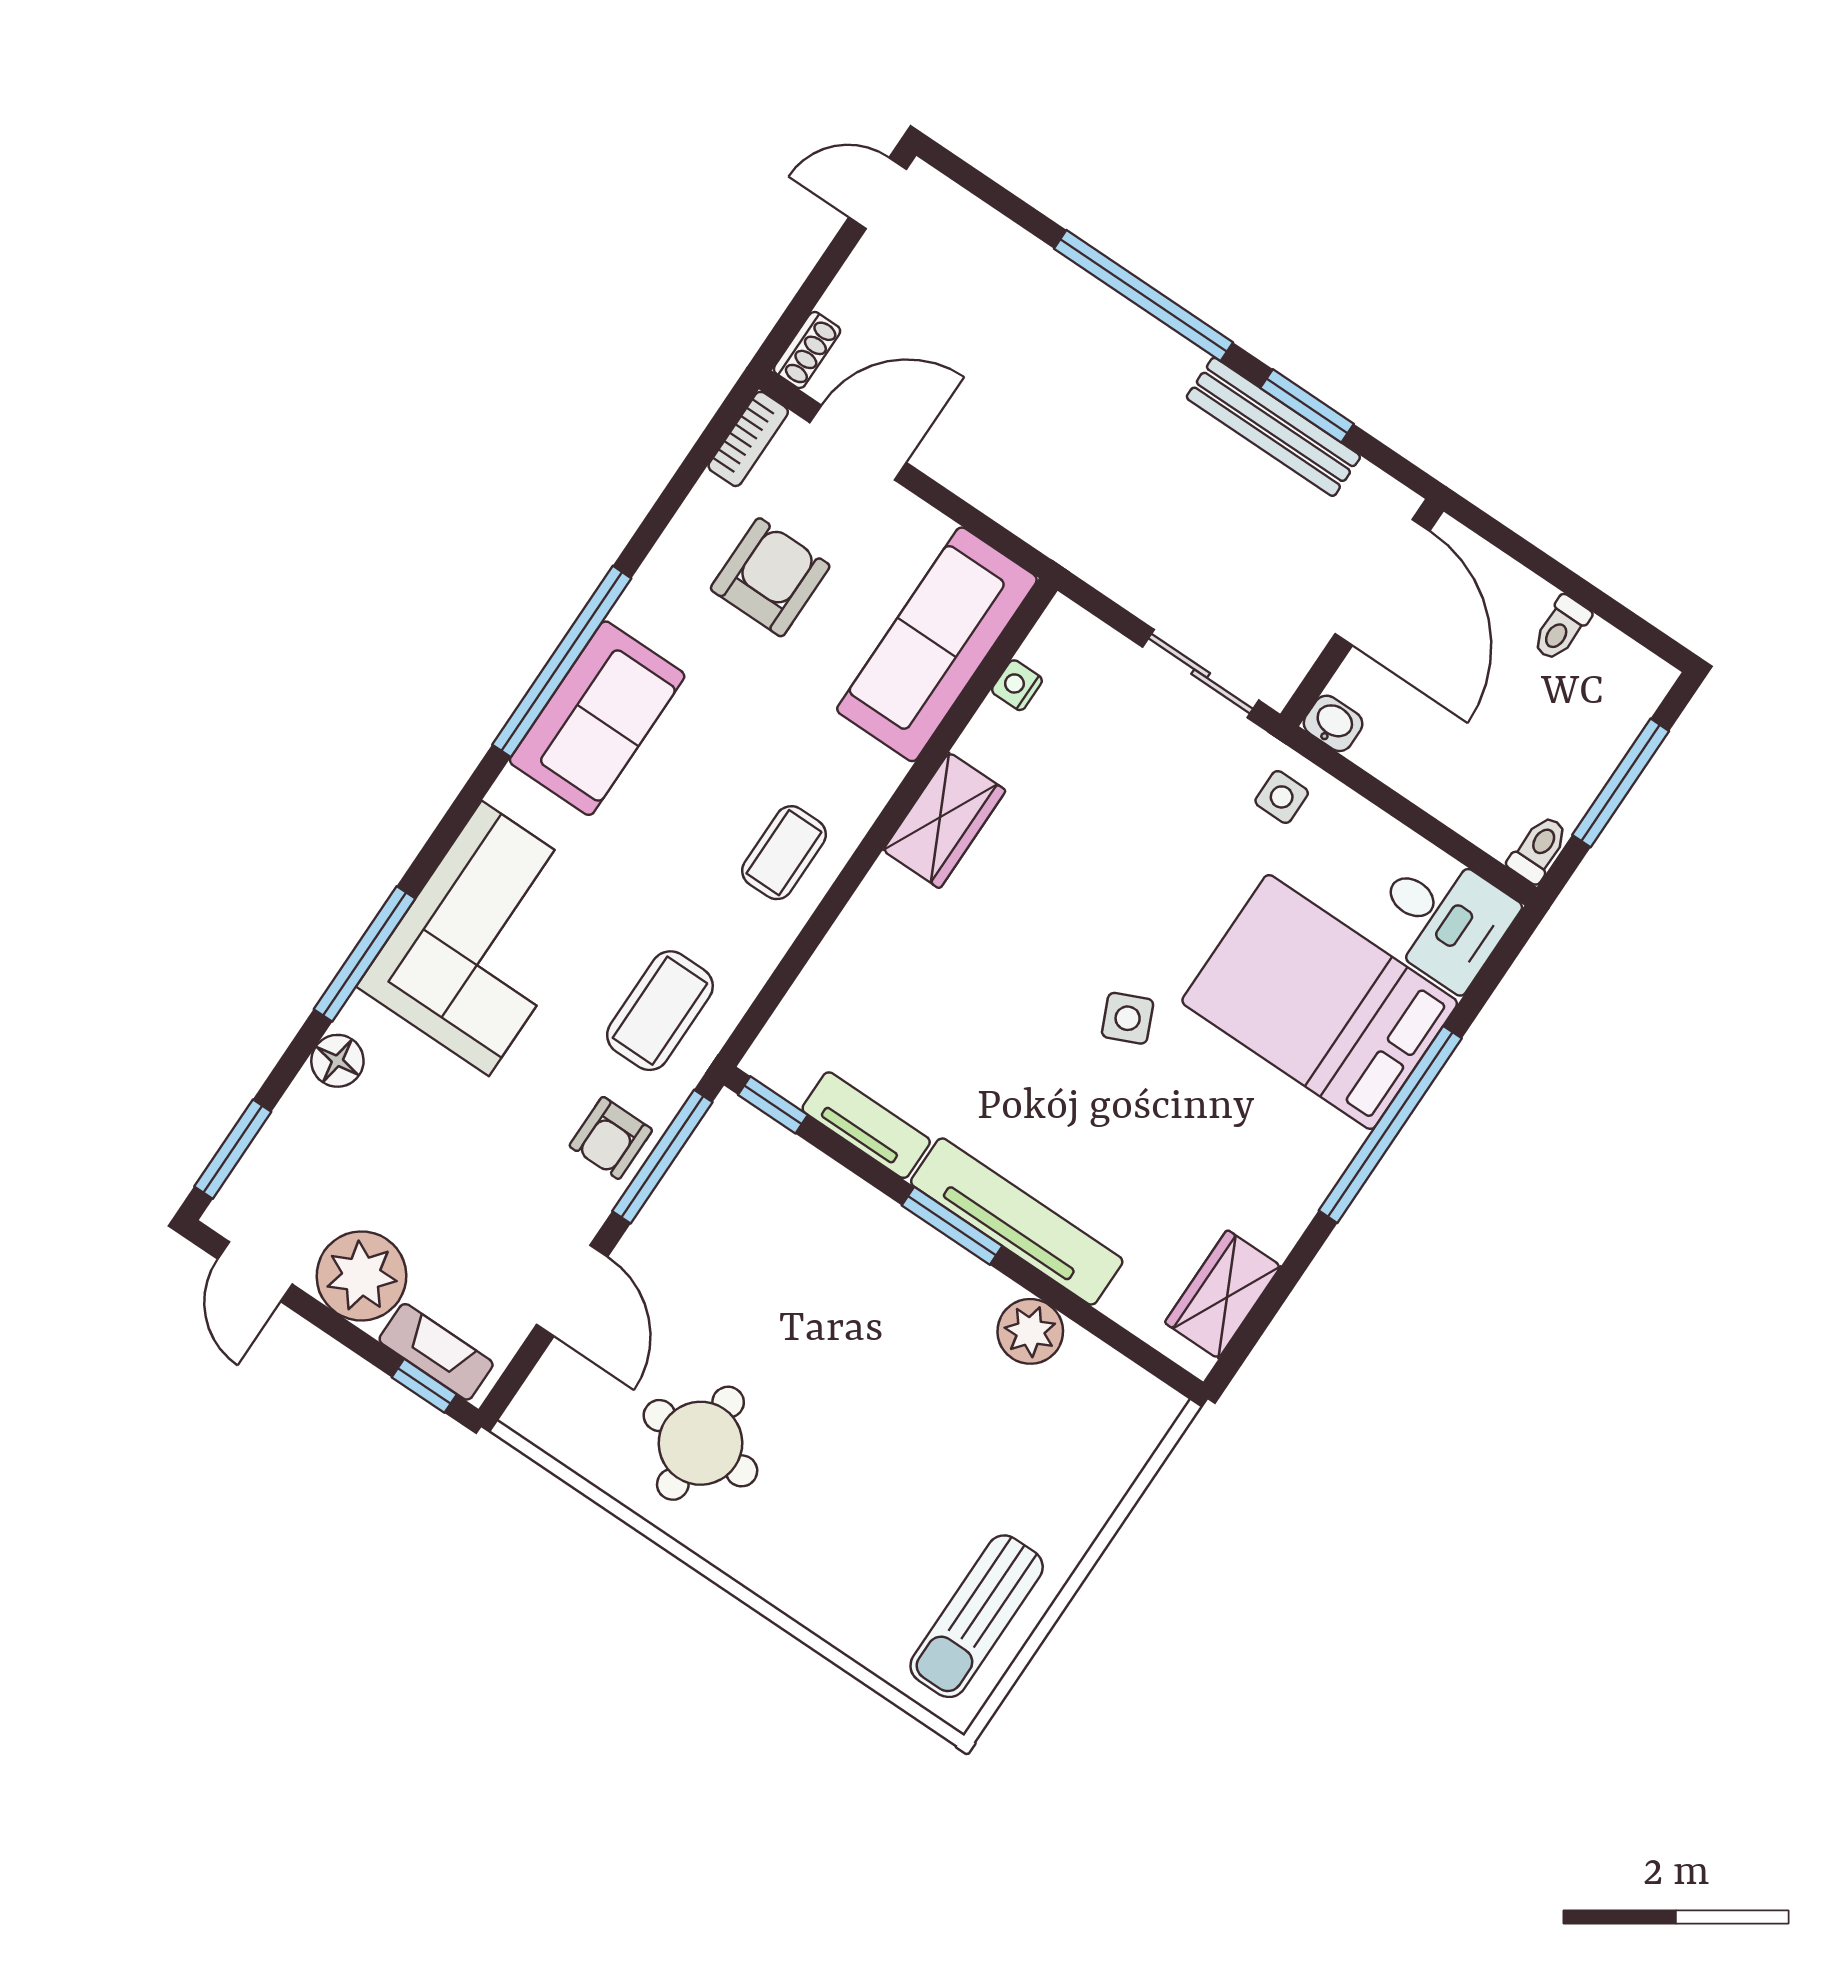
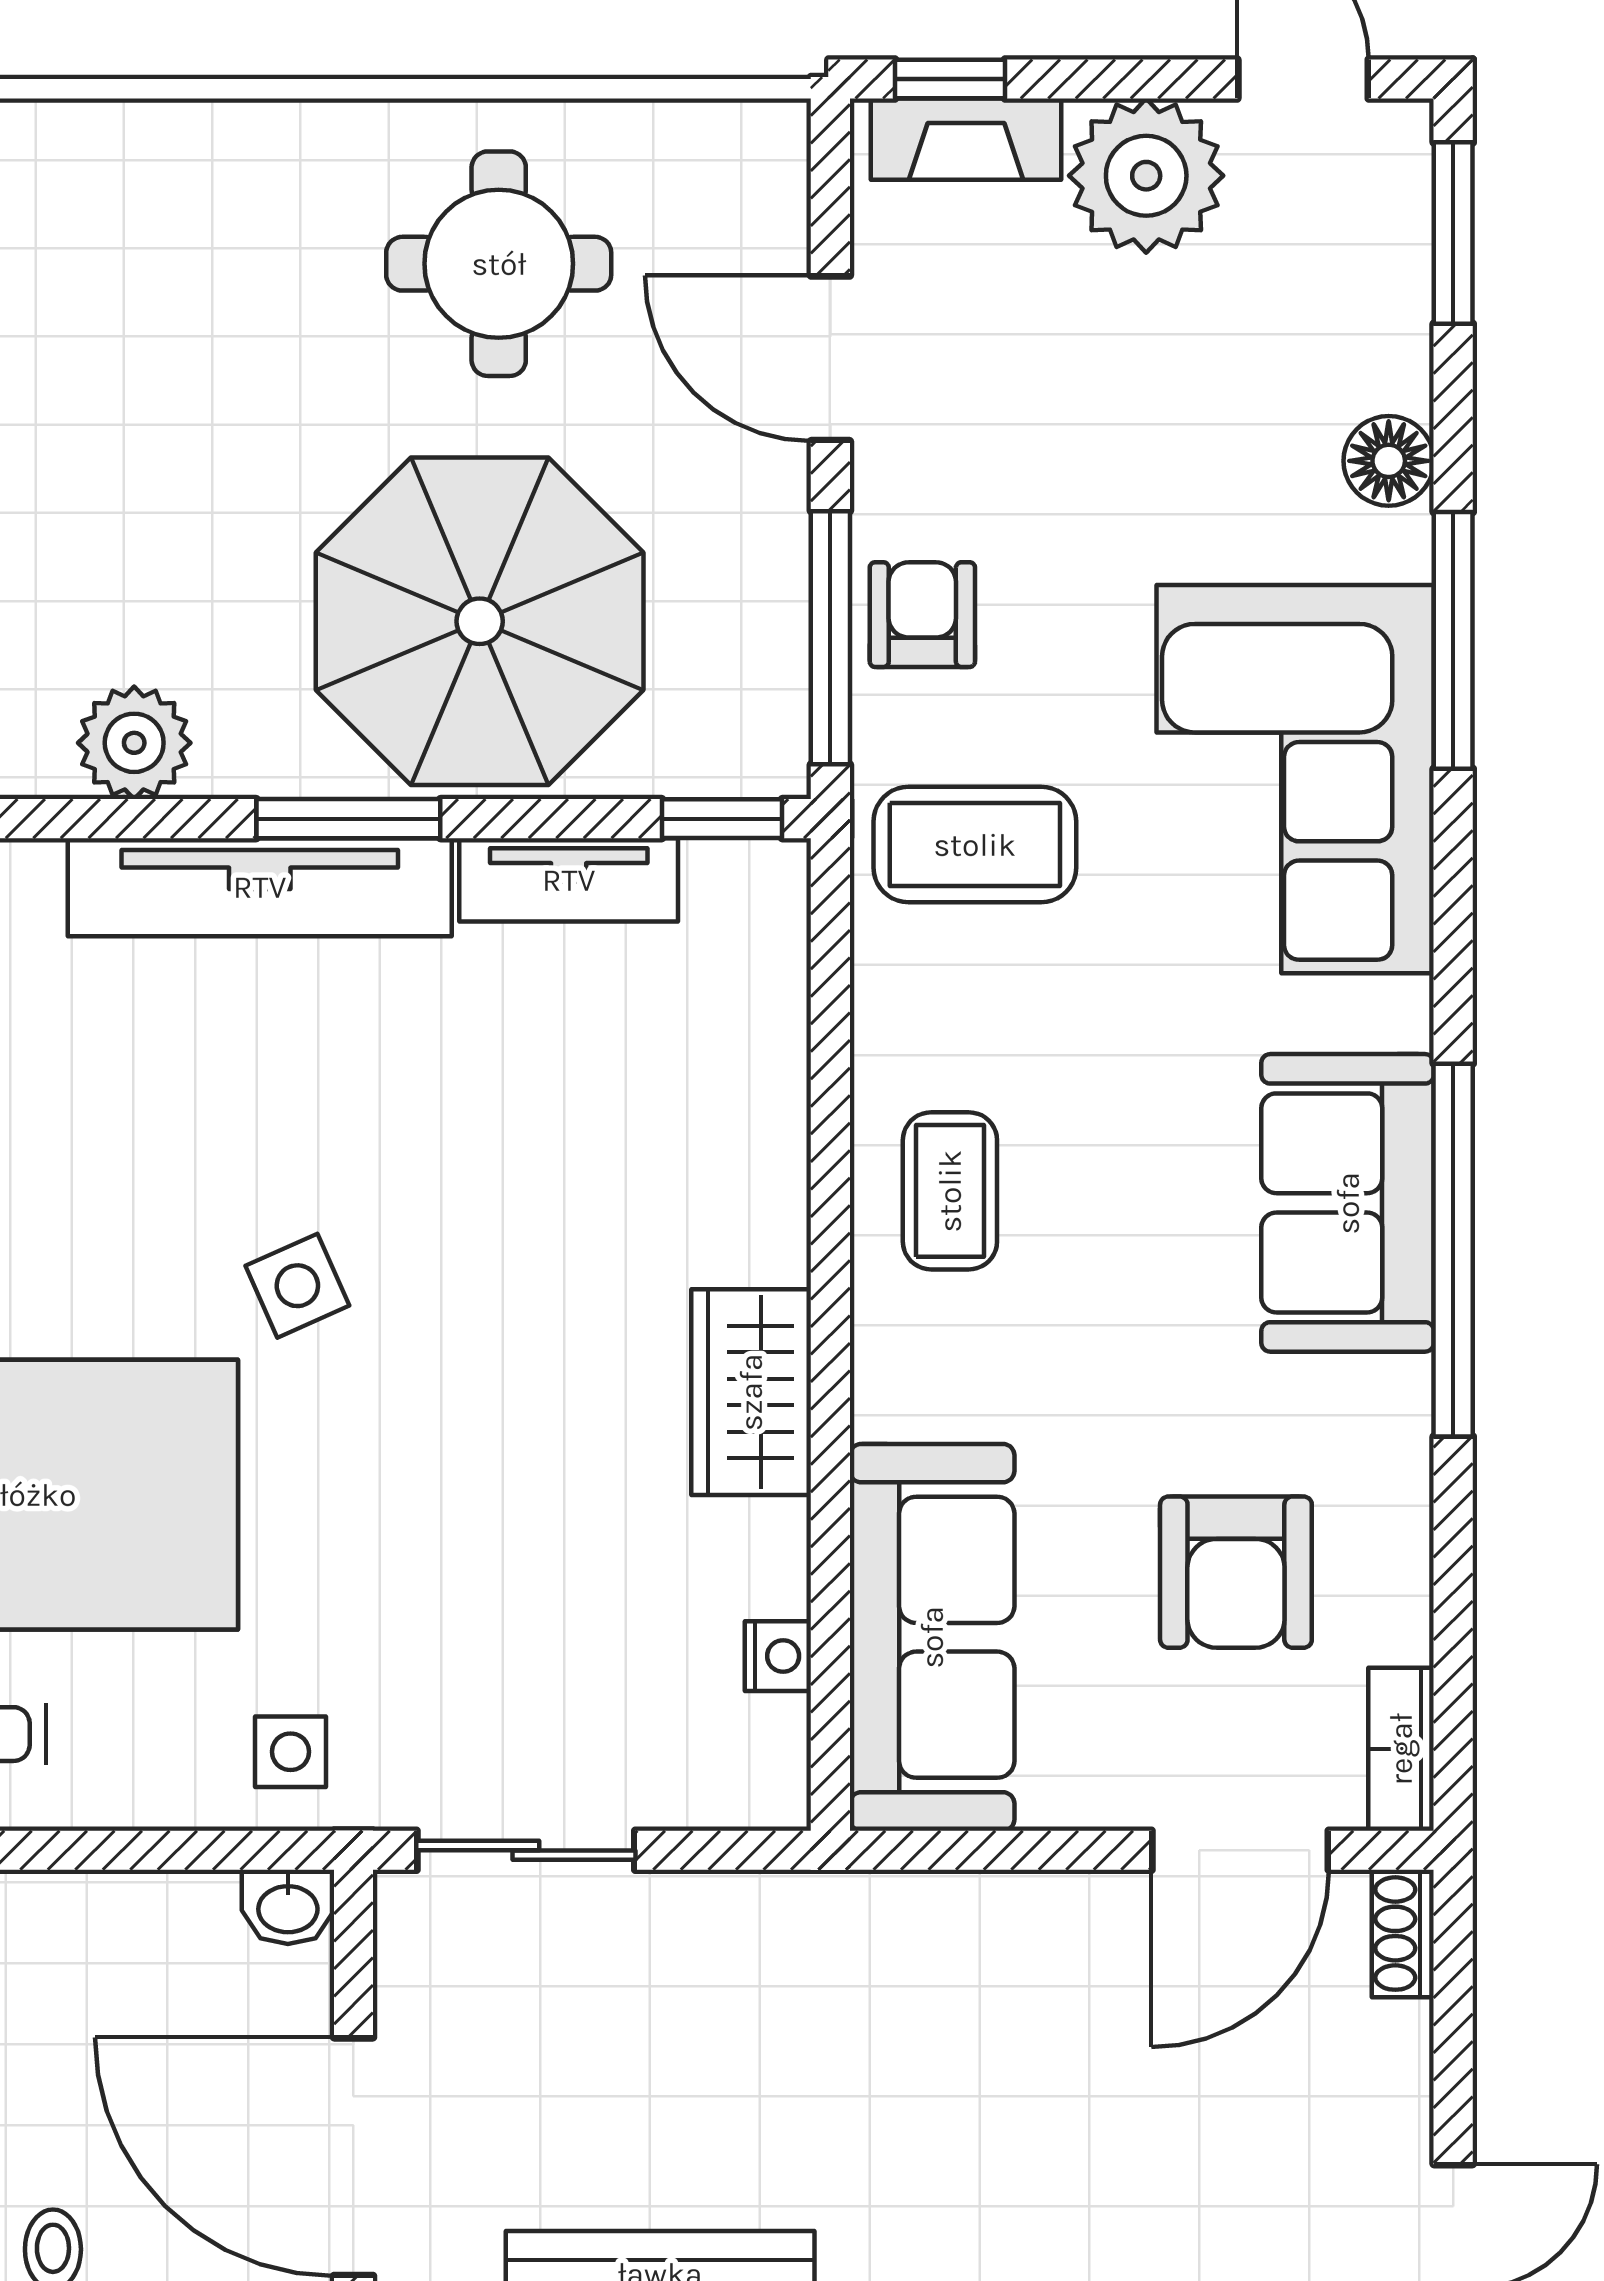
coffee table: (660, 1011) -> (975, 845), turned 90
parasol: (825, 1278) -> (480, 621), added

